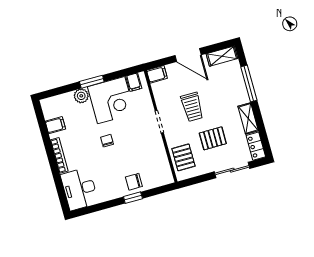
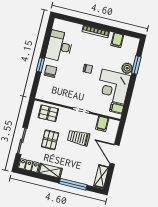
door: (188, 55) -> (115, 154), hinge flipped
filing cabinet: (157, 74) -> (102, 124), moved
window: (92, 82) -> (136, 65), moved
desk: (79, 189) -> (59, 46), moved, turned -90

